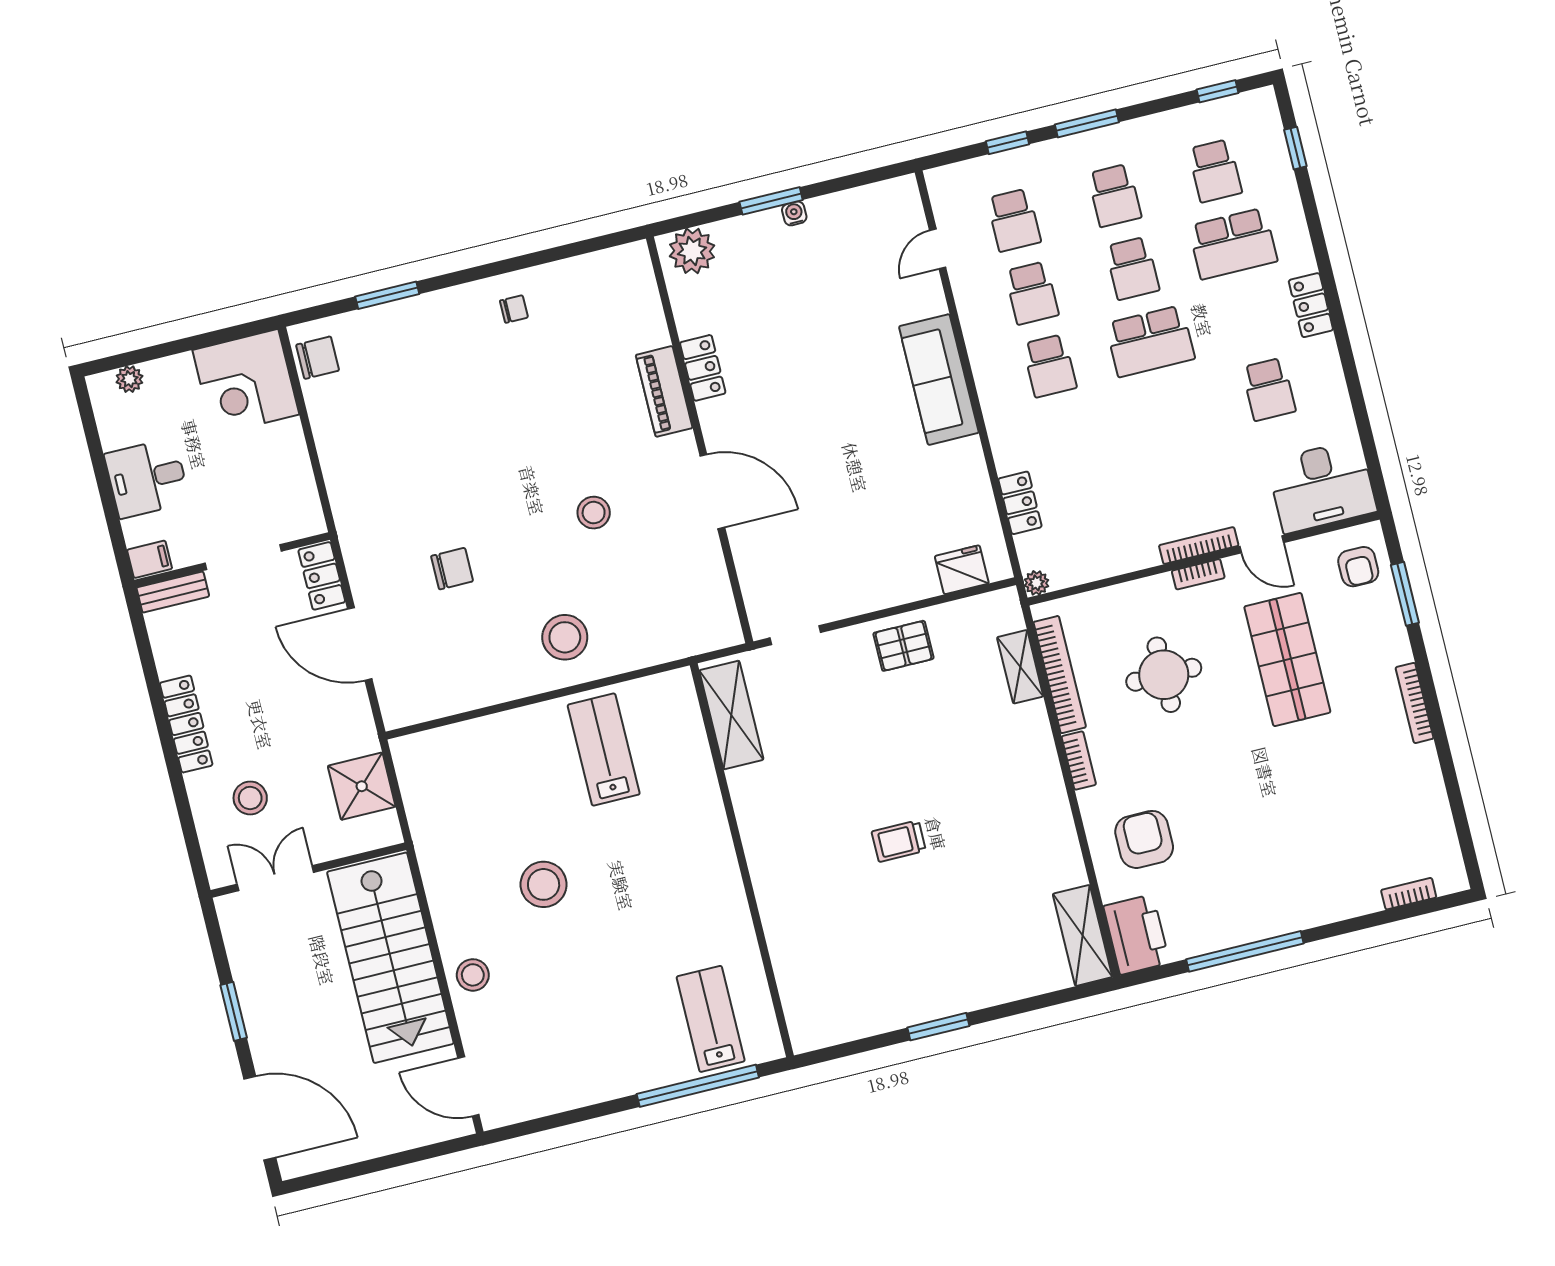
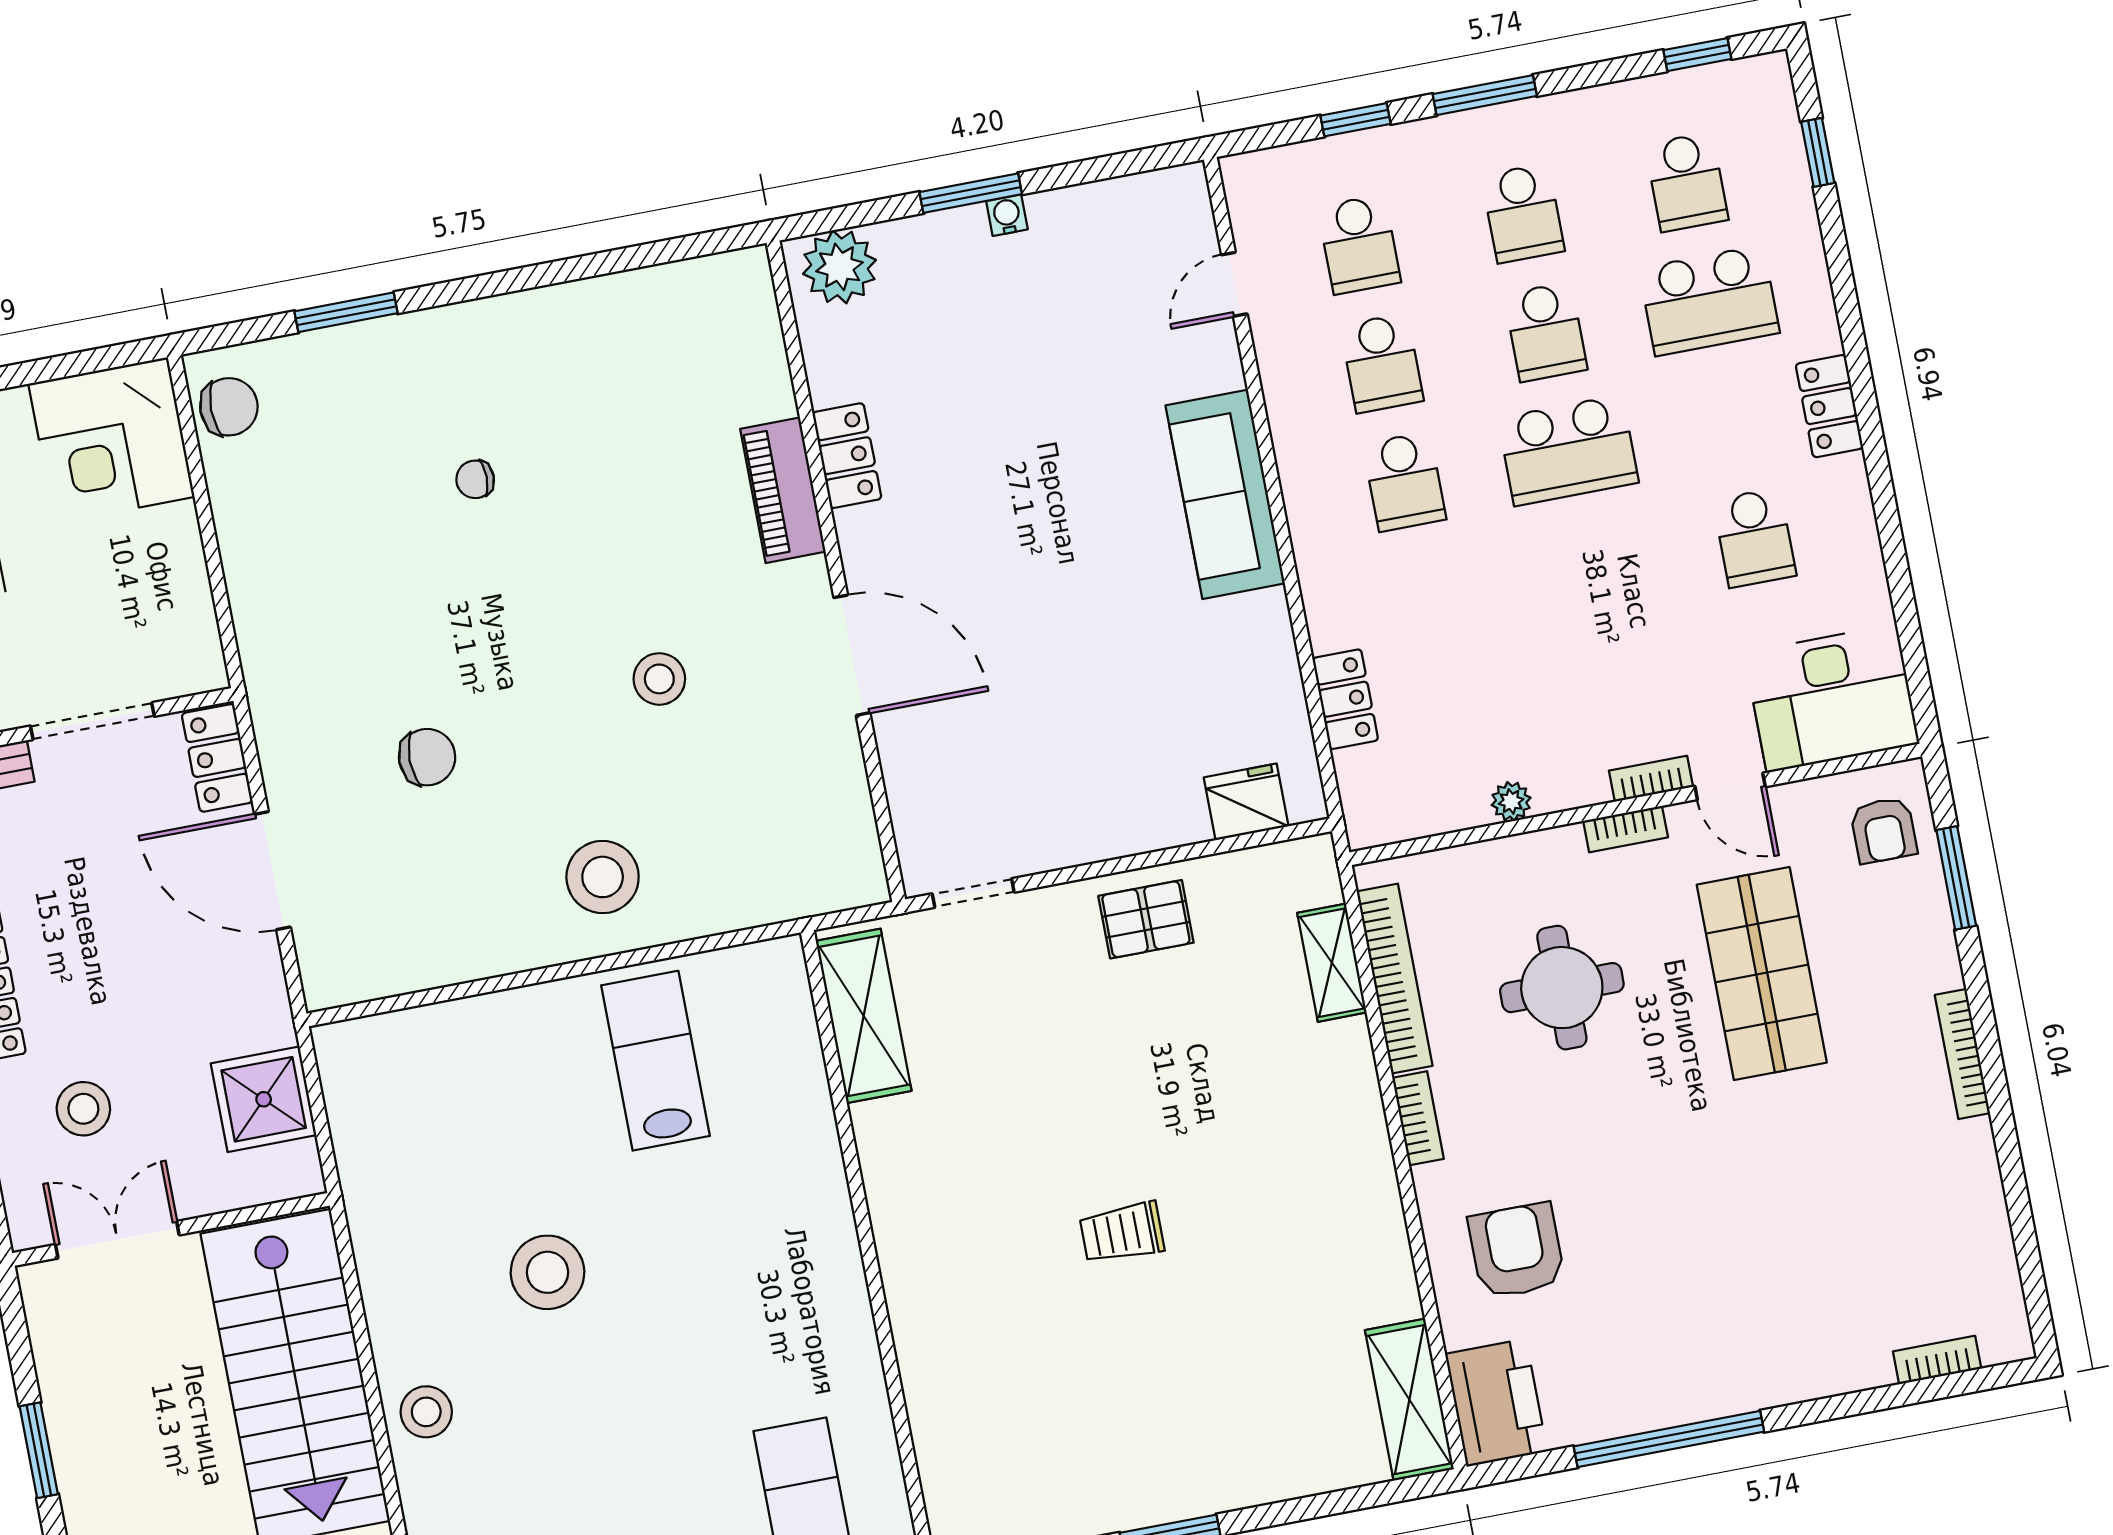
chair: (514, 309) -> (475, 479), moved, turned 180
bookcase: (1199, 546) -> (1651, 779), width x0.64
plant: (1036, 583) -> (1511, 801), moved

